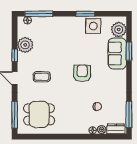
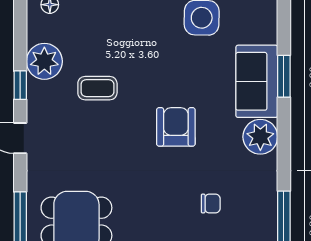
plant: (119, 30) -> (260, 137), moved
coffee table: (42, 77) -> (97, 88), moved

